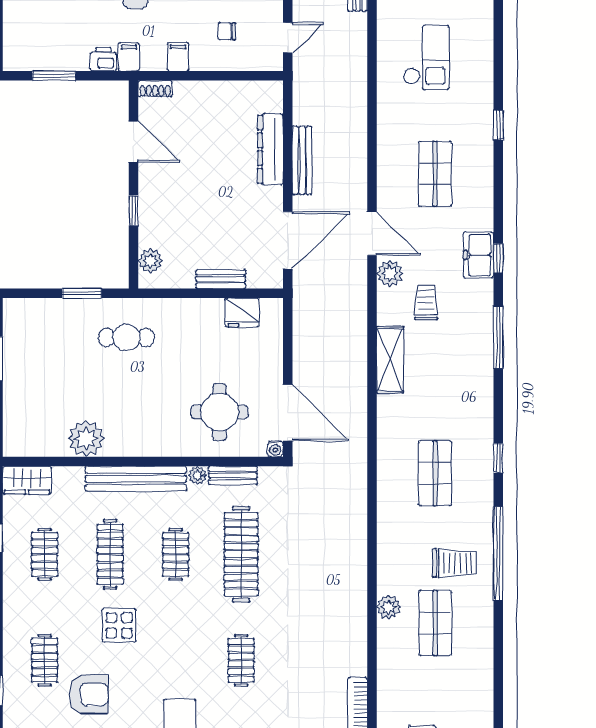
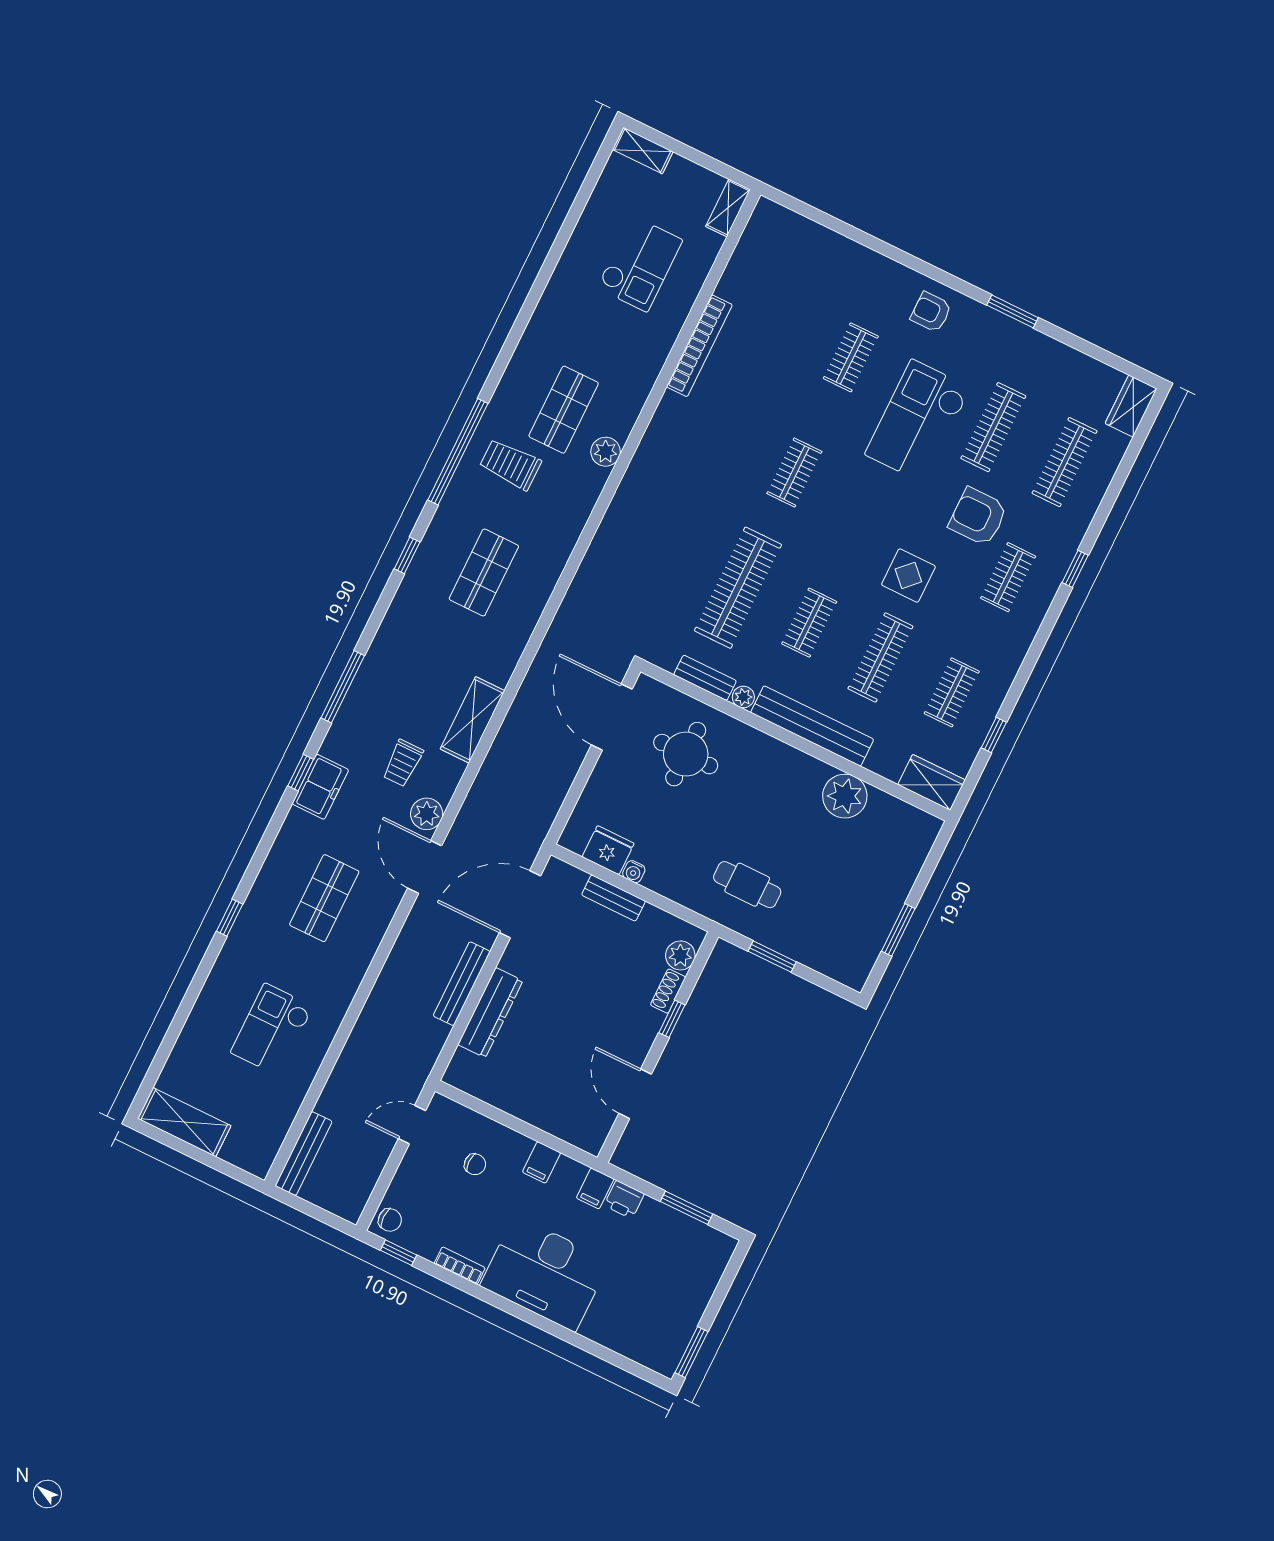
shoe rack: (155, 89) -> (668, 991), moved, turned -90
water cooler: (275, 449) -> (634, 872), moved, turned 180

